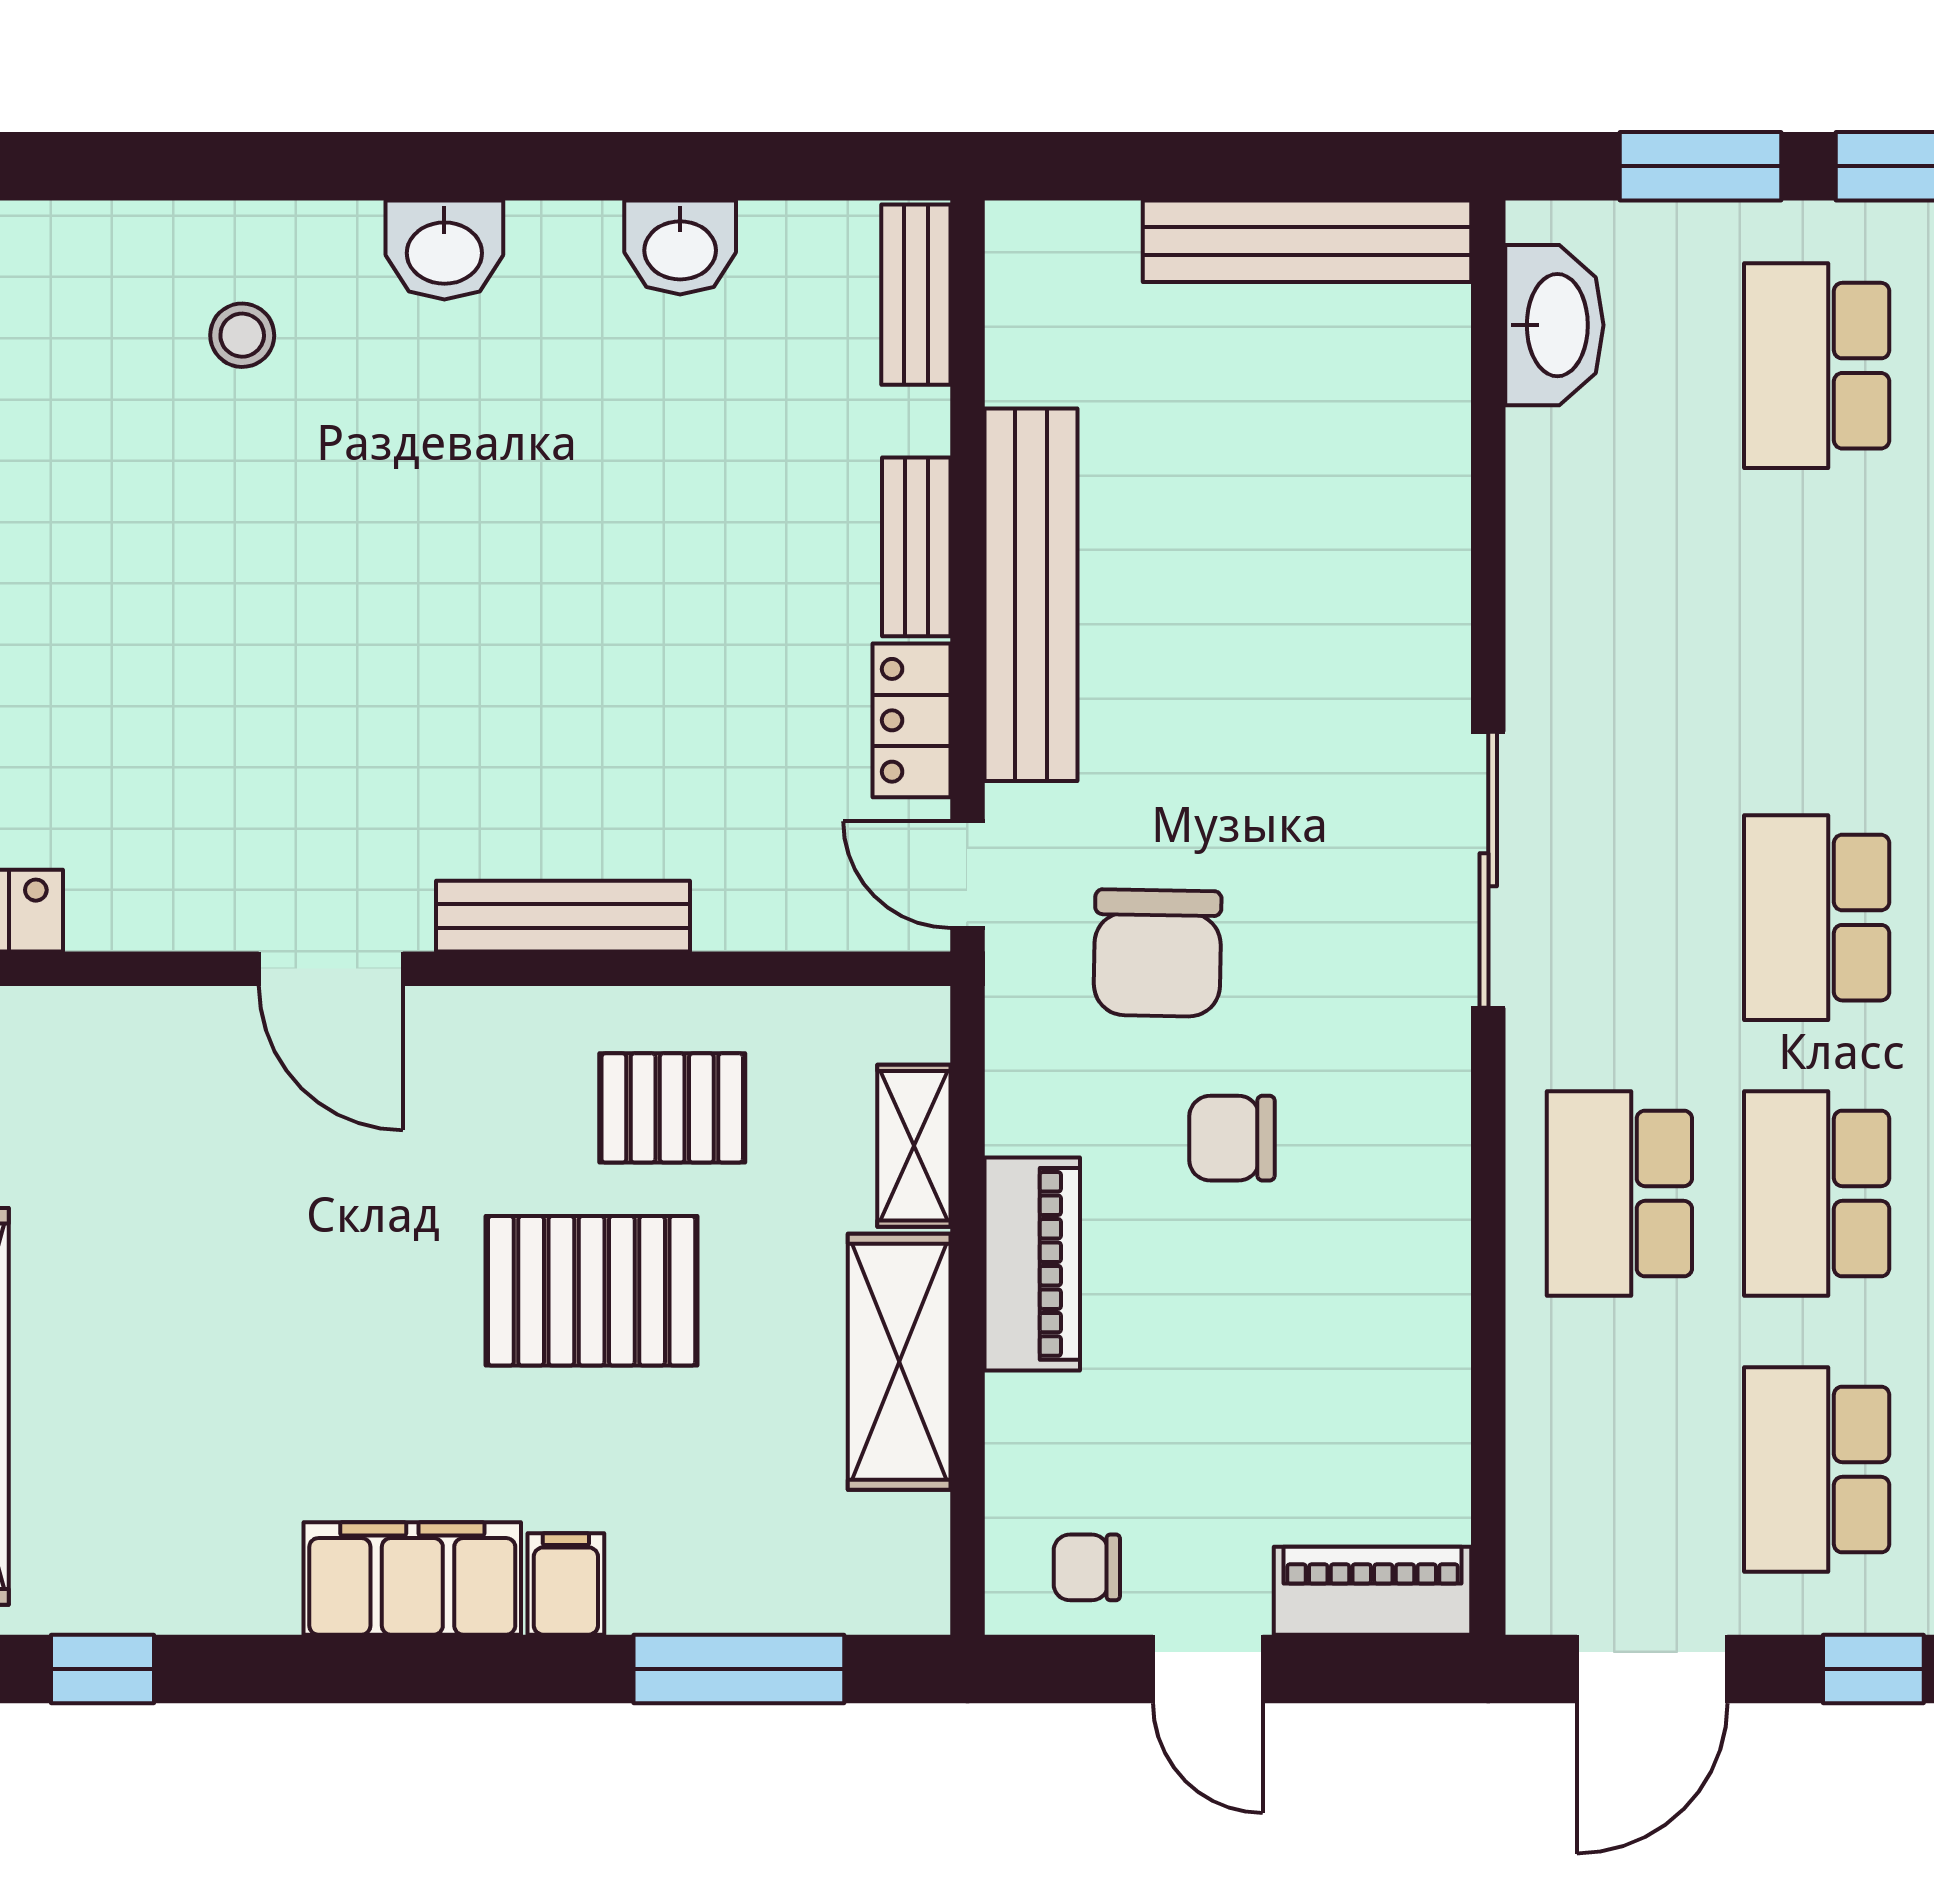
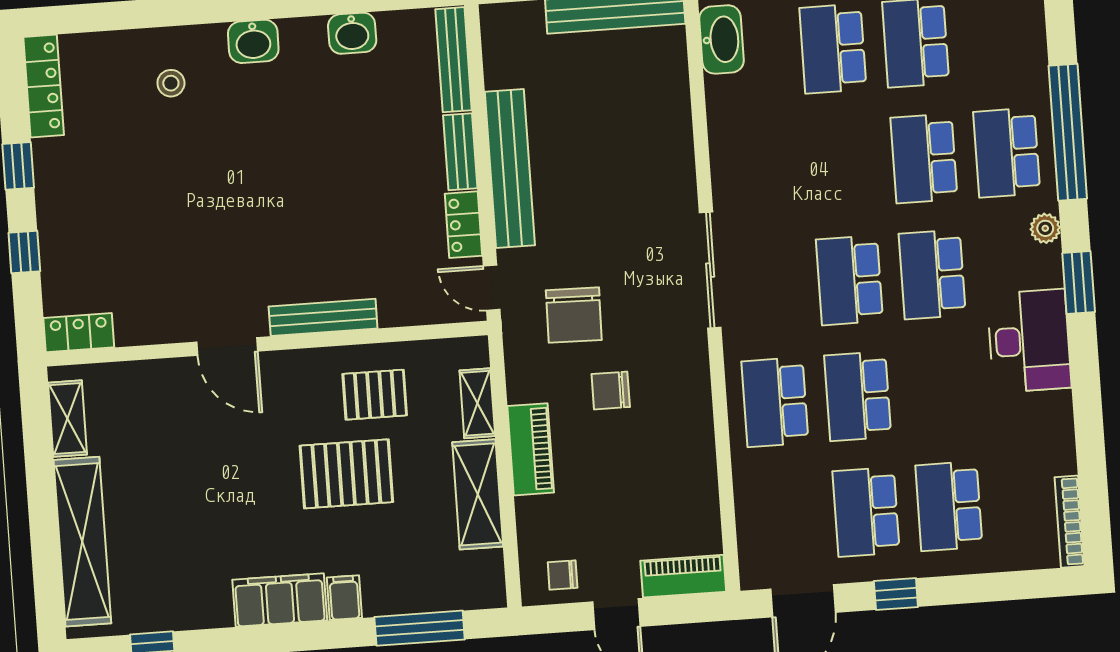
bench: (916, 295) -> (454, 60), width x1.36

